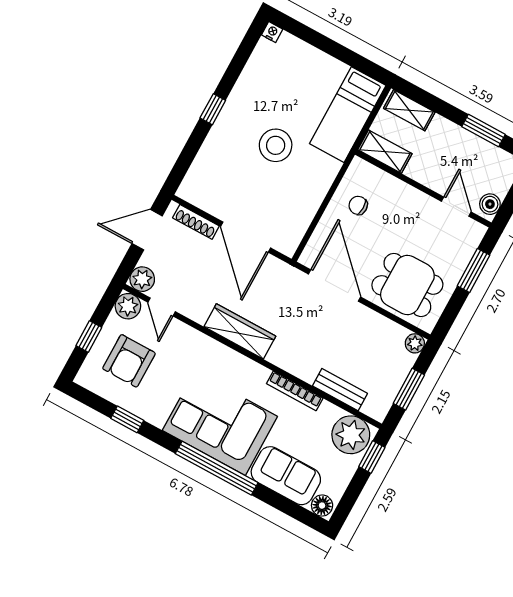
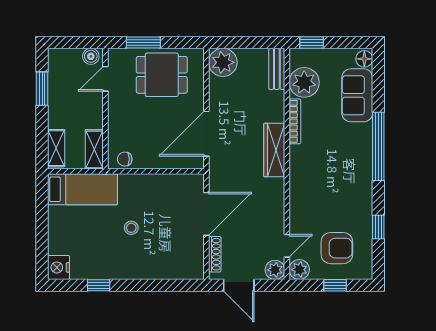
nightstand: (272, 32) -> (59, 267), width x1.89, depth x1.79
window: (213, 109) -> (99, 285), moved
stool: (276, 145) -> (131, 228), width x0.53, depth x0.53
chair: (358, 205) -> (125, 159), moved, turned 90
dining table: (407, 285) -> (162, 75), moved, turned 90
wardrobe: (240, 331) -> (274, 150), moved
plant: (415, 343) -> (223, 62), width x1.88, depth x1.88
window: (409, 389) -> (250, 43), removed
bench: (340, 390) -> (277, 69), moved
corner sofa: (220, 423) -> (346, 161), removed
plant: (351, 435) -> (304, 82), moved

